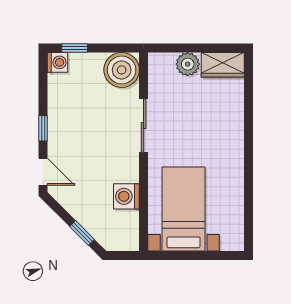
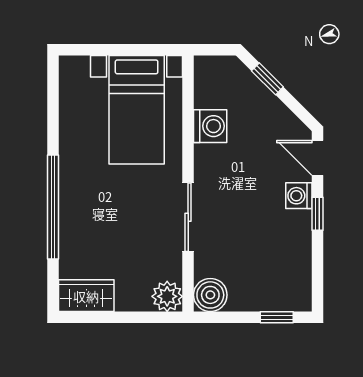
washing machine: (58, 62) -> (299, 196), moved
plant: (188, 64) -> (167, 296), moved
boiler: (122, 70) -> (210, 295), width x0.73, depth x0.73
window: (248, 133) -> (53, 207), added

